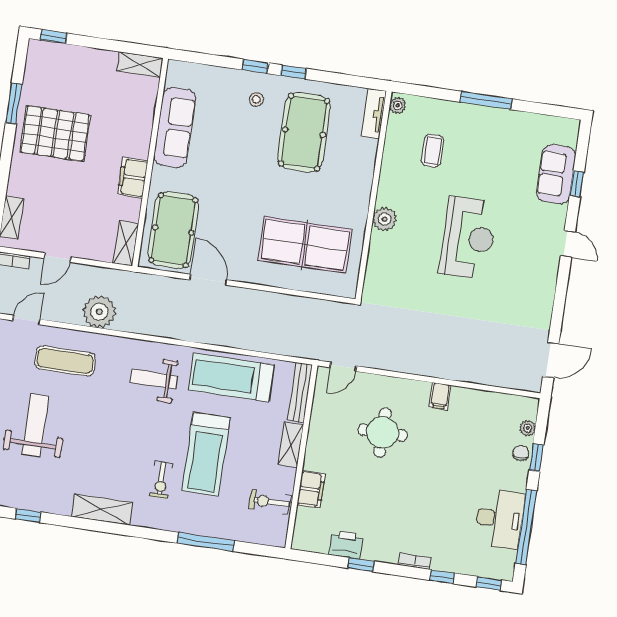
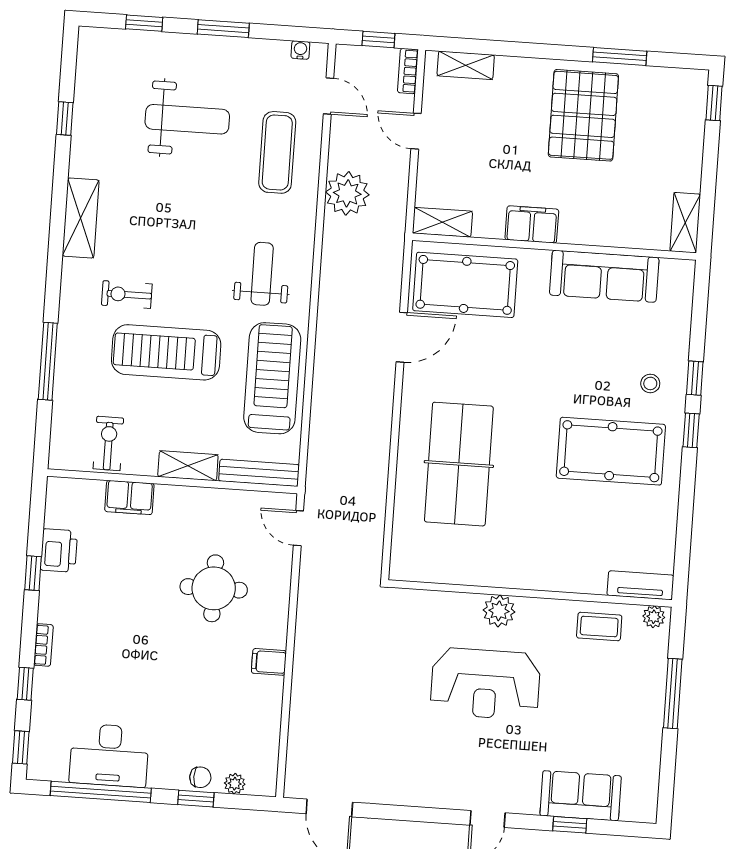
plant: (398, 106) -> (654, 617), moved
tv unit: (374, 113) -> (640, 585), moved
wall: (374, 195) -> (530, 593), moved
plant: (385, 219) -> (499, 611), moved

